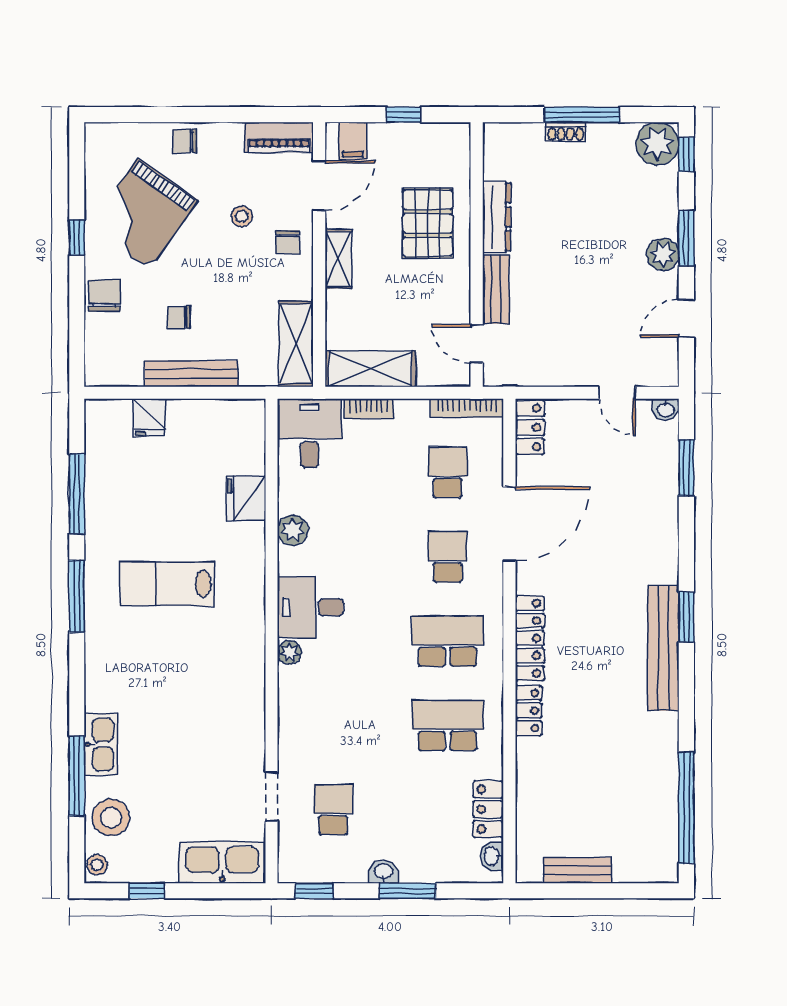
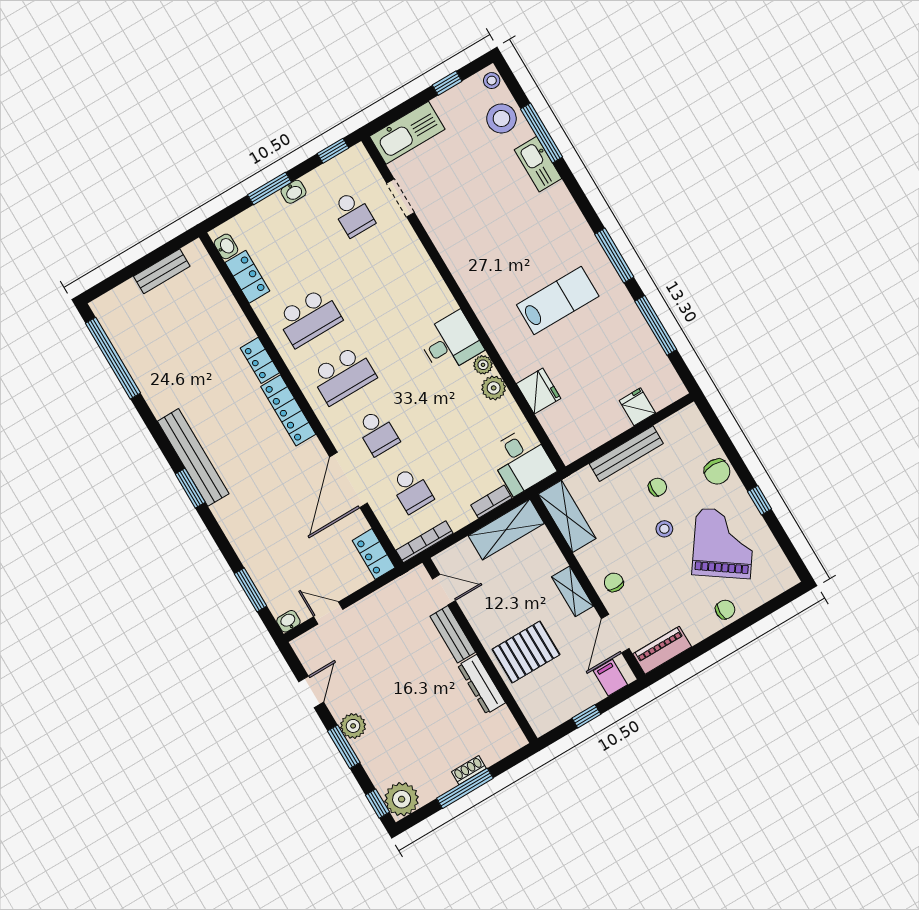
stool: (242, 216) -> (664, 529), moved
pallet: (428, 223) -> (526, 652), turned 90
plant: (289, 652) -> (483, 365), moved

